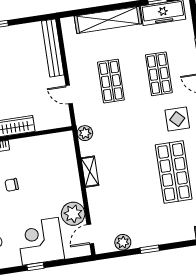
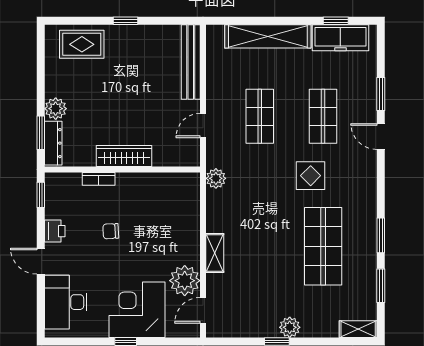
door: (69, 95) -> (203, 125), hinge flipped
display table: (177, 119) -> (311, 176), moved
shelving: (90, 172) -> (215, 253), moved
plant: (123, 242) -> (290, 327), moved

